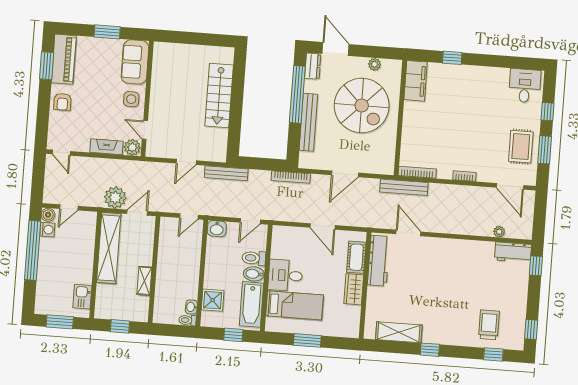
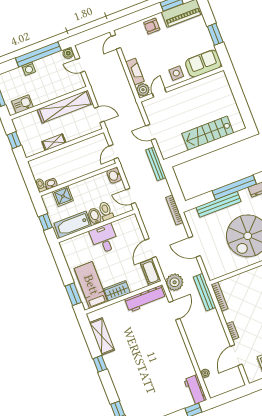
door: (510, 186) -> (236, 355), moved
plant: (115, 197) -> (175, 282), moved
door: (189, 216) -> (114, 152), hinge flipped
washing machine: (47, 230) -> (29, 69), moved
cot: (356, 257) -> (151, 272), moved, turned 90
bed: (294, 305) -> (91, 285), moved, turned 180
trolley: (489, 325) -> (137, 397), removed
window: (307, 340) -> (73, 294), moved

